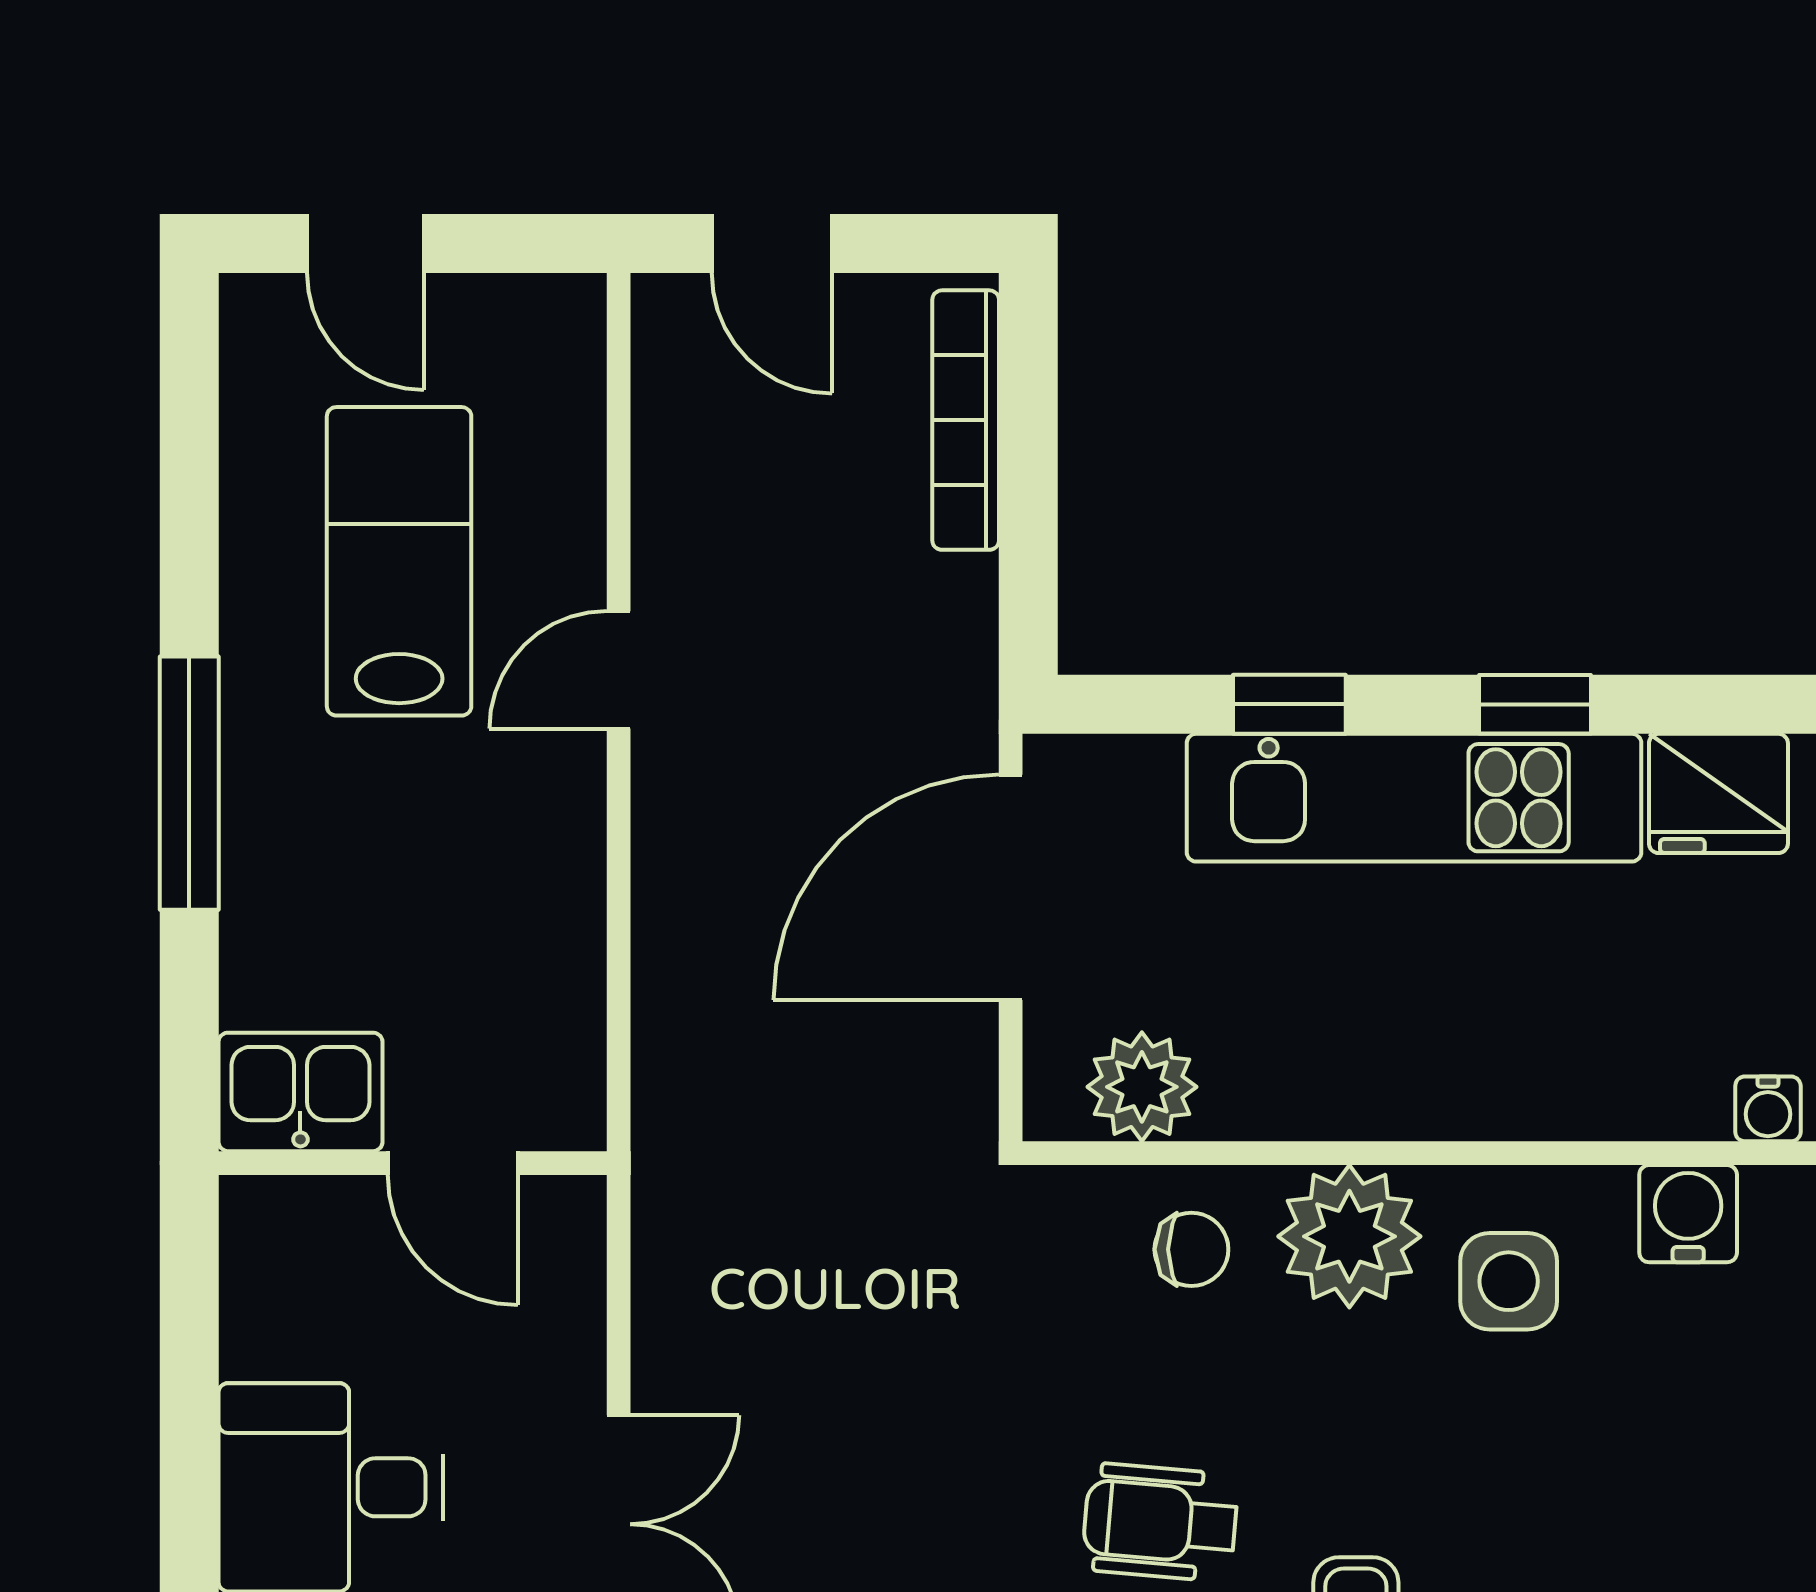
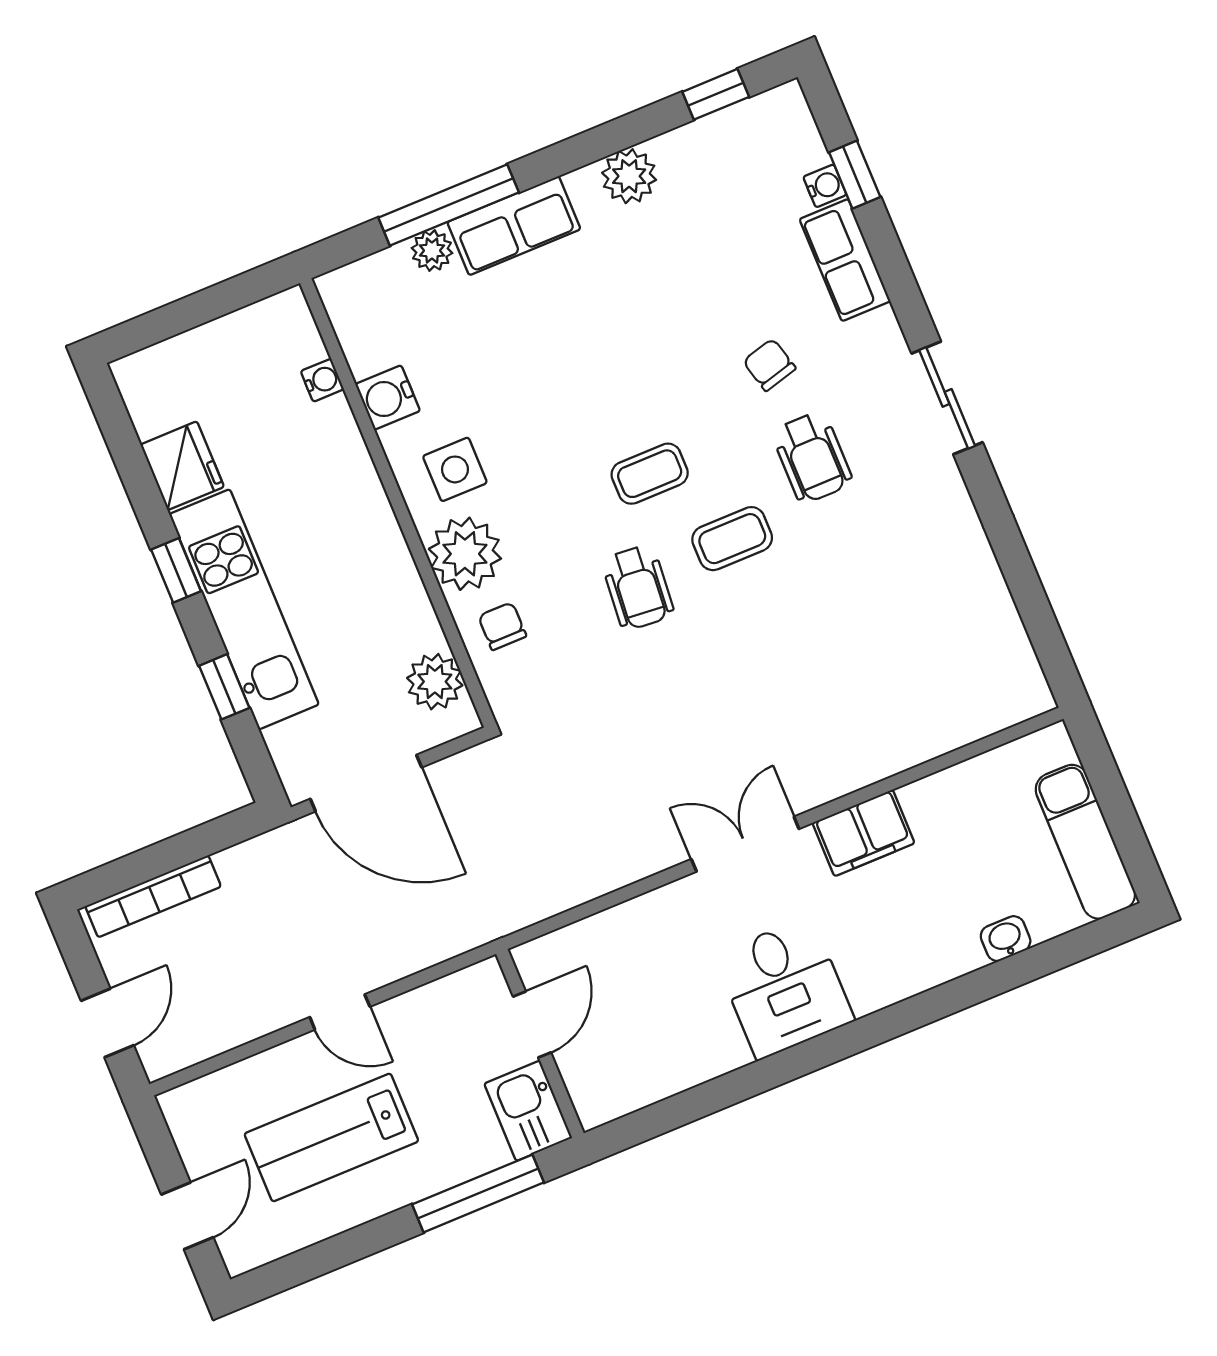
kitchen sink: (300, 1092) -> (528, 1111), moved
wall: (413, 1163) -> (540, 1044), moved
door: (453, 1163) -> (532, 1025), moved

